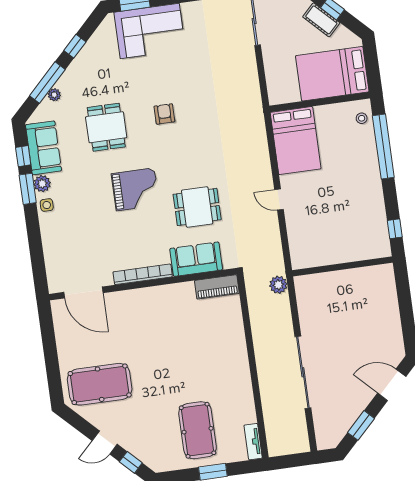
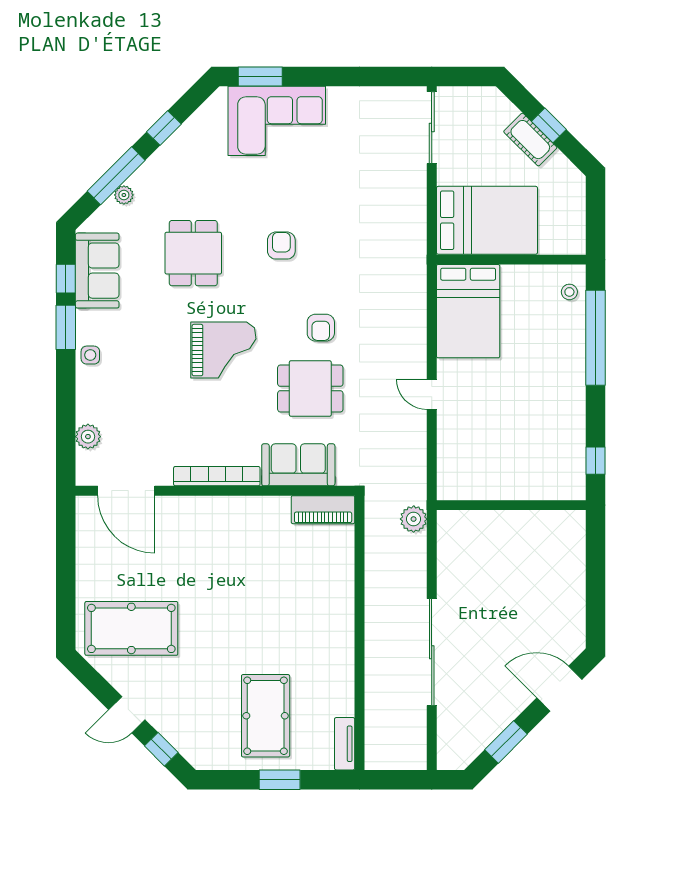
bed: (332, 74) -> (487, 220), moved, turned 180
armchair: (198, 165) -> (321, 328), added
plant: (42, 184) -> (88, 437), moved

